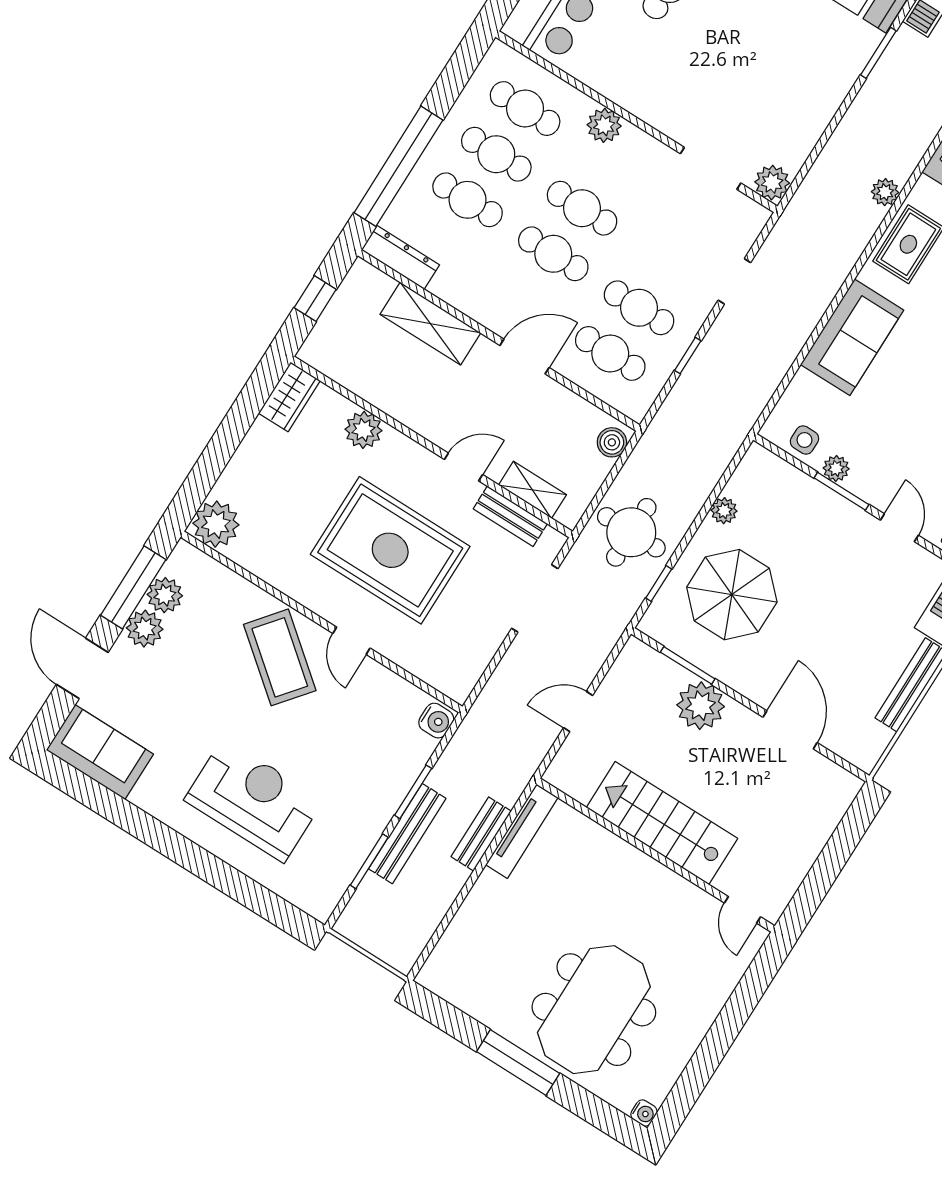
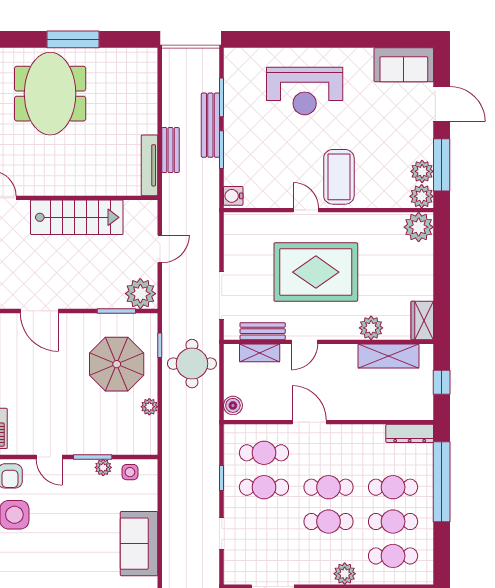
shelving: (430, 324) -> (388, 356), moved
door: (524, 357) -> (309, 422), swing flipped
plant: (145, 629) -> (422, 196), moved
coffee table: (280, 657) -> (339, 177), turned 51
plant: (701, 706) -> (140, 294), moved

